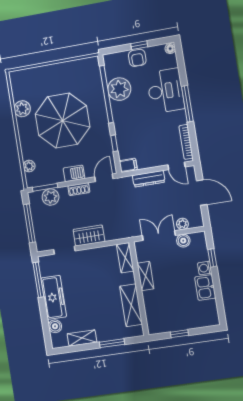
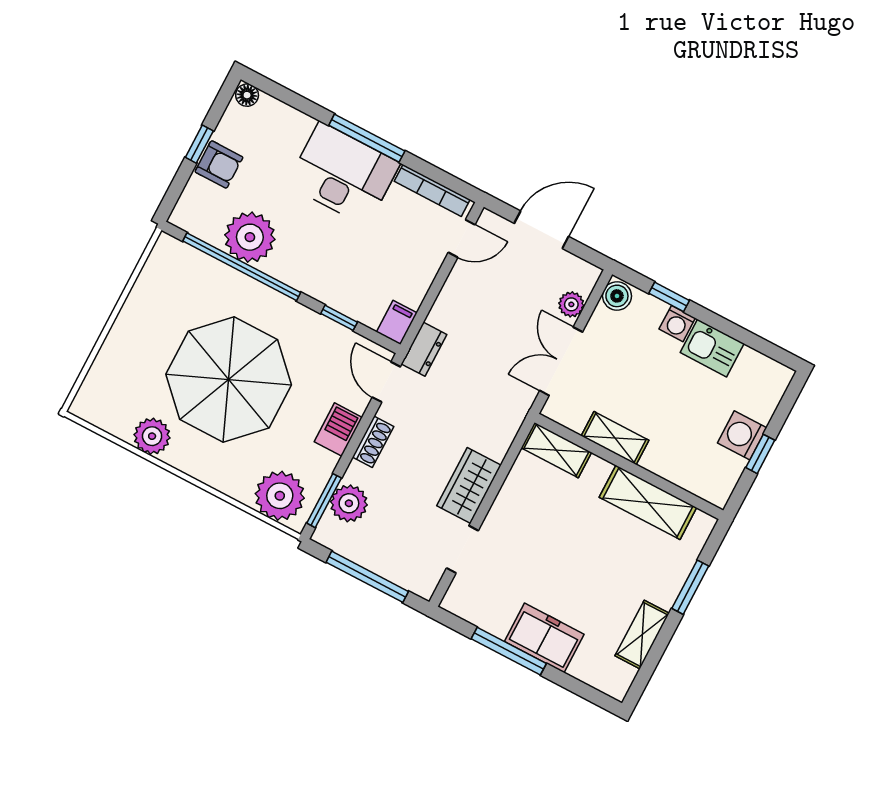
desk: (165, 91) -> (343, 174), moved
plant: (29, 166) -> (280, 496), width x1.87, depth x1.87
dresser: (149, 179) -> (424, 349), moved, width x0.70
boiler: (183, 241) -> (617, 296), moved
window: (38, 280) -> (509, 651), moved
freezer: (54, 297) -> (544, 638), width x0.71
washing machine: (181, 322) -> (742, 435), added
boiler: (55, 326) -> (586, 668), removed

